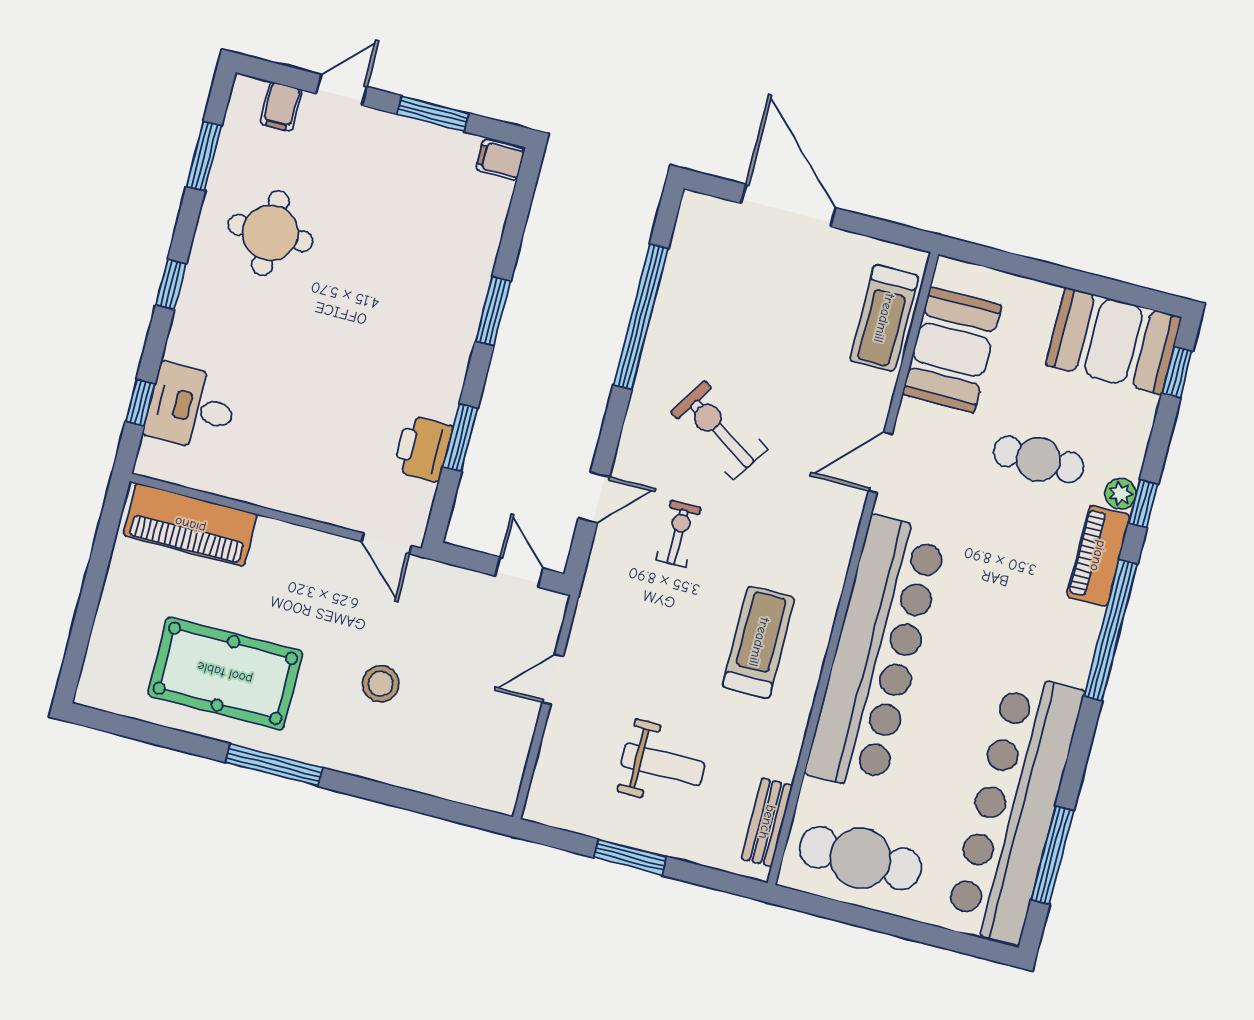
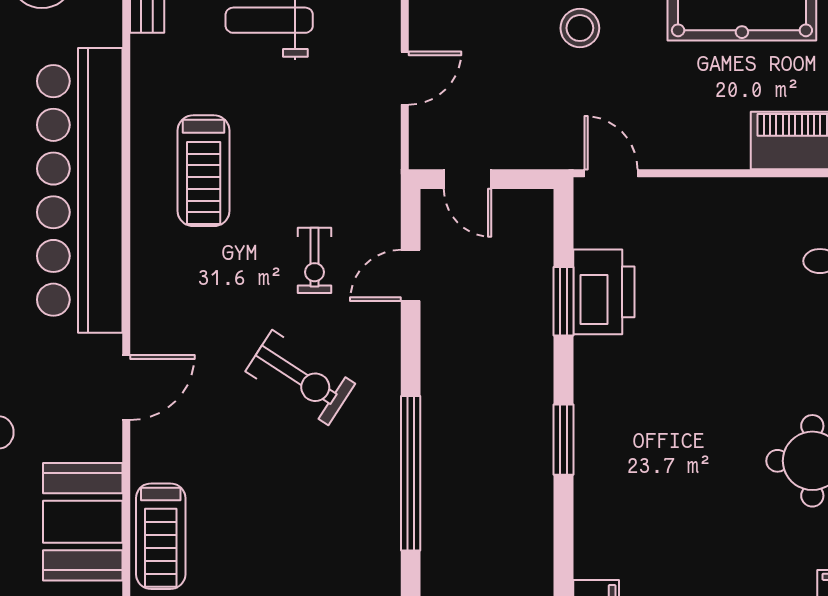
treadmill: (884, 318) -> (161, 536), turned 180
printer: (423, 448) -> (604, 292), width x1.37, depth x1.19

